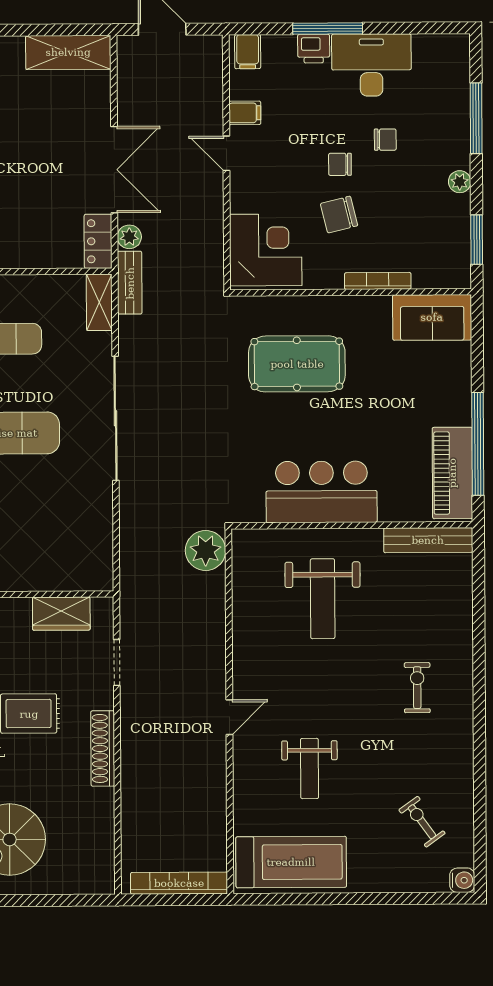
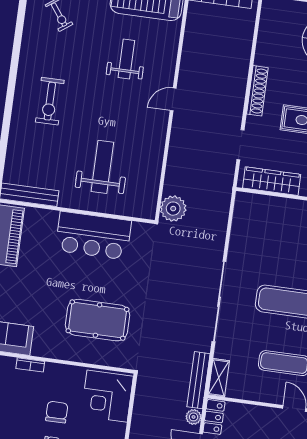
chair: (339, 215) -> (57, 412), turned -76
bookcase: (378, 281) -> (30, 365), width x0.64
bench: (130, 283) -> (198, 380), width x1.36
wardrobe: (61, 614) -> (272, 181), width x1.50
exercise bike: (417, 688) -> (50, 101), width x1.38, depth x1.39

